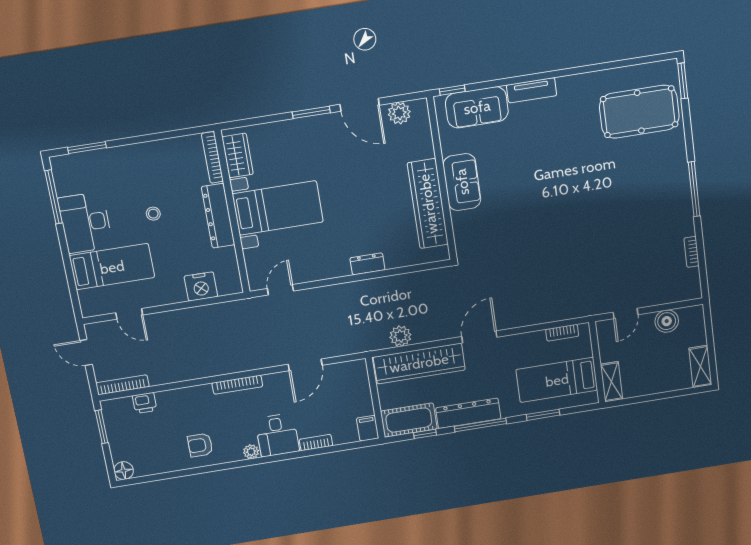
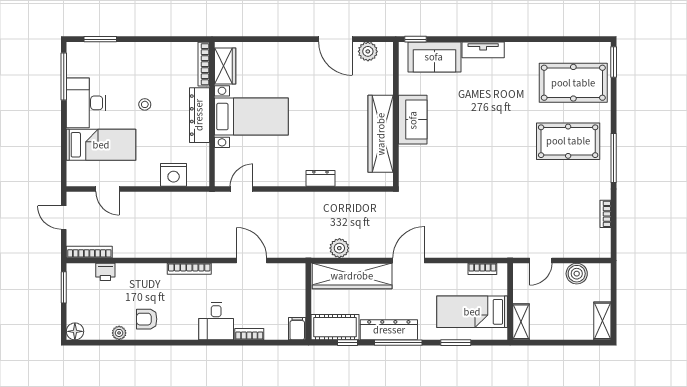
window: (311, 112) -> (294, 39), removed
pool table: (641, 179) -> (568, 141), added
door: (305, 365) -> (252, 260), swing flipped
plant: (251, 452) -> (119, 333), moved

